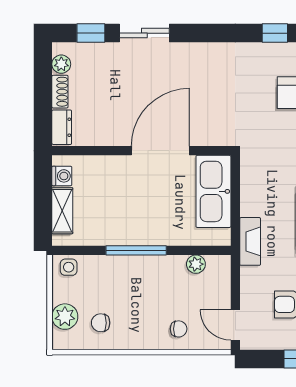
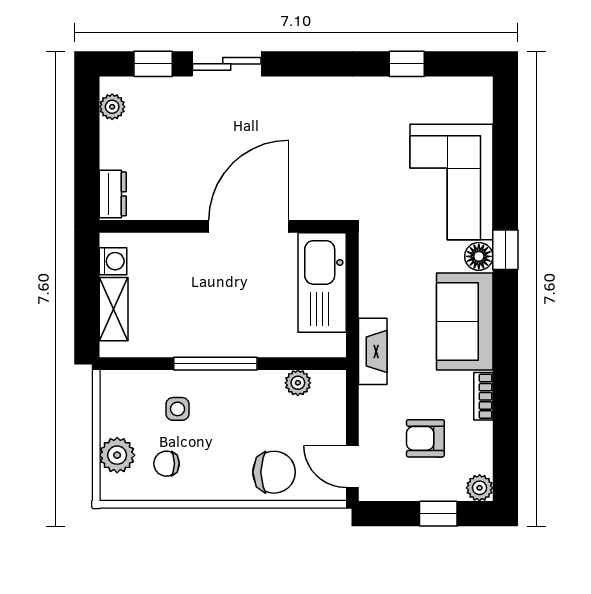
shoe rack: (60, 92) -> (110, 145), removed
side table: (69, 267) -> (177, 409), moved
chair: (179, 329) -> (274, 472), width x1.87, depth x1.87

